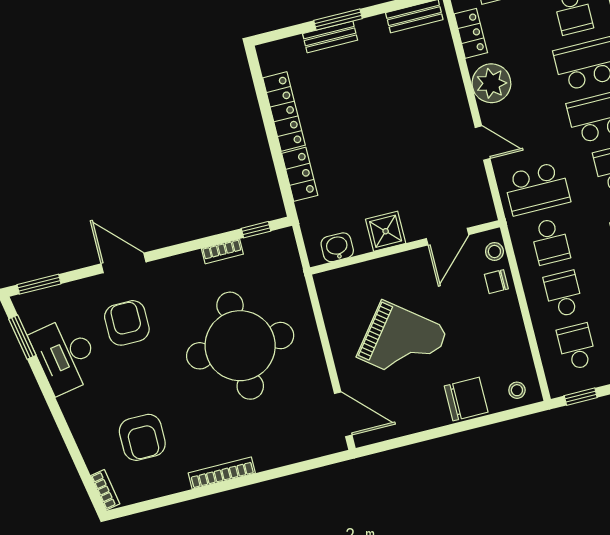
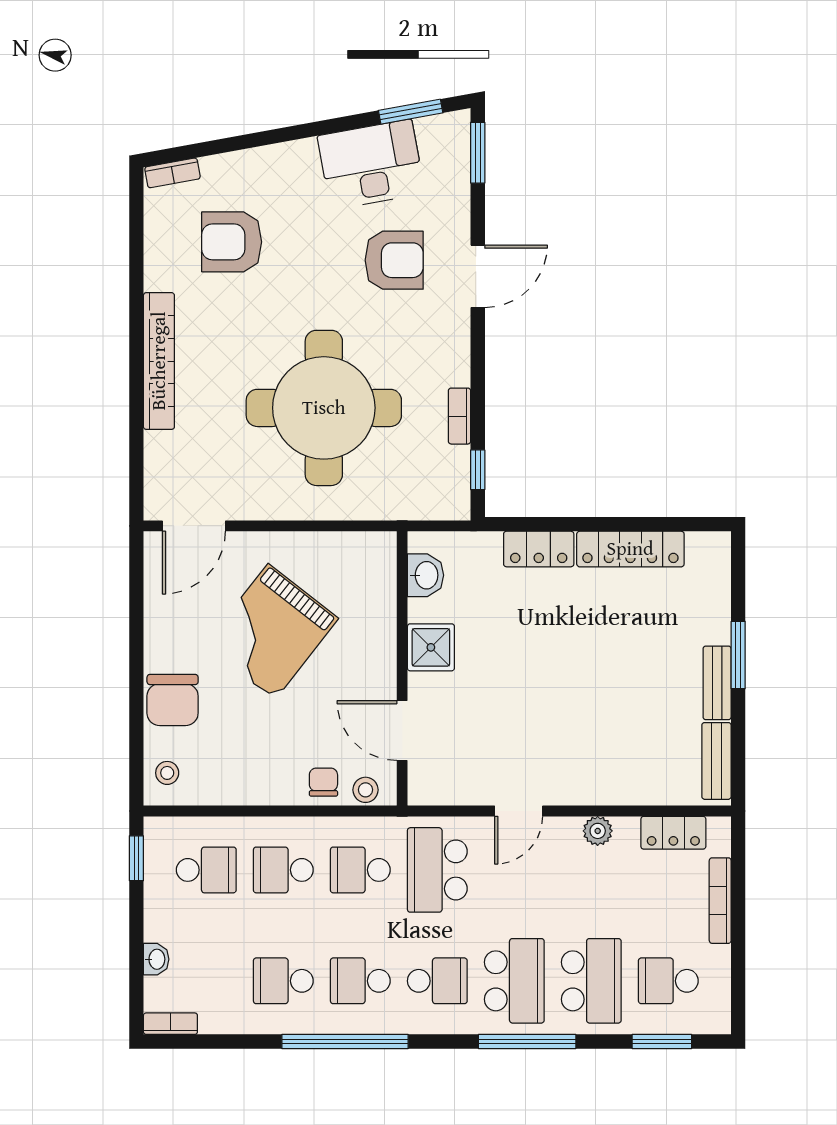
bench: (330, 37) -> (717, 683), moved
plant: (491, 83) -> (598, 831), width x0.53, depth x0.53
school desk: (563, 294) -> (283, 870), turned 180
bookcase: (222, 473) -> (159, 361), width x1.48, depth x1.31

